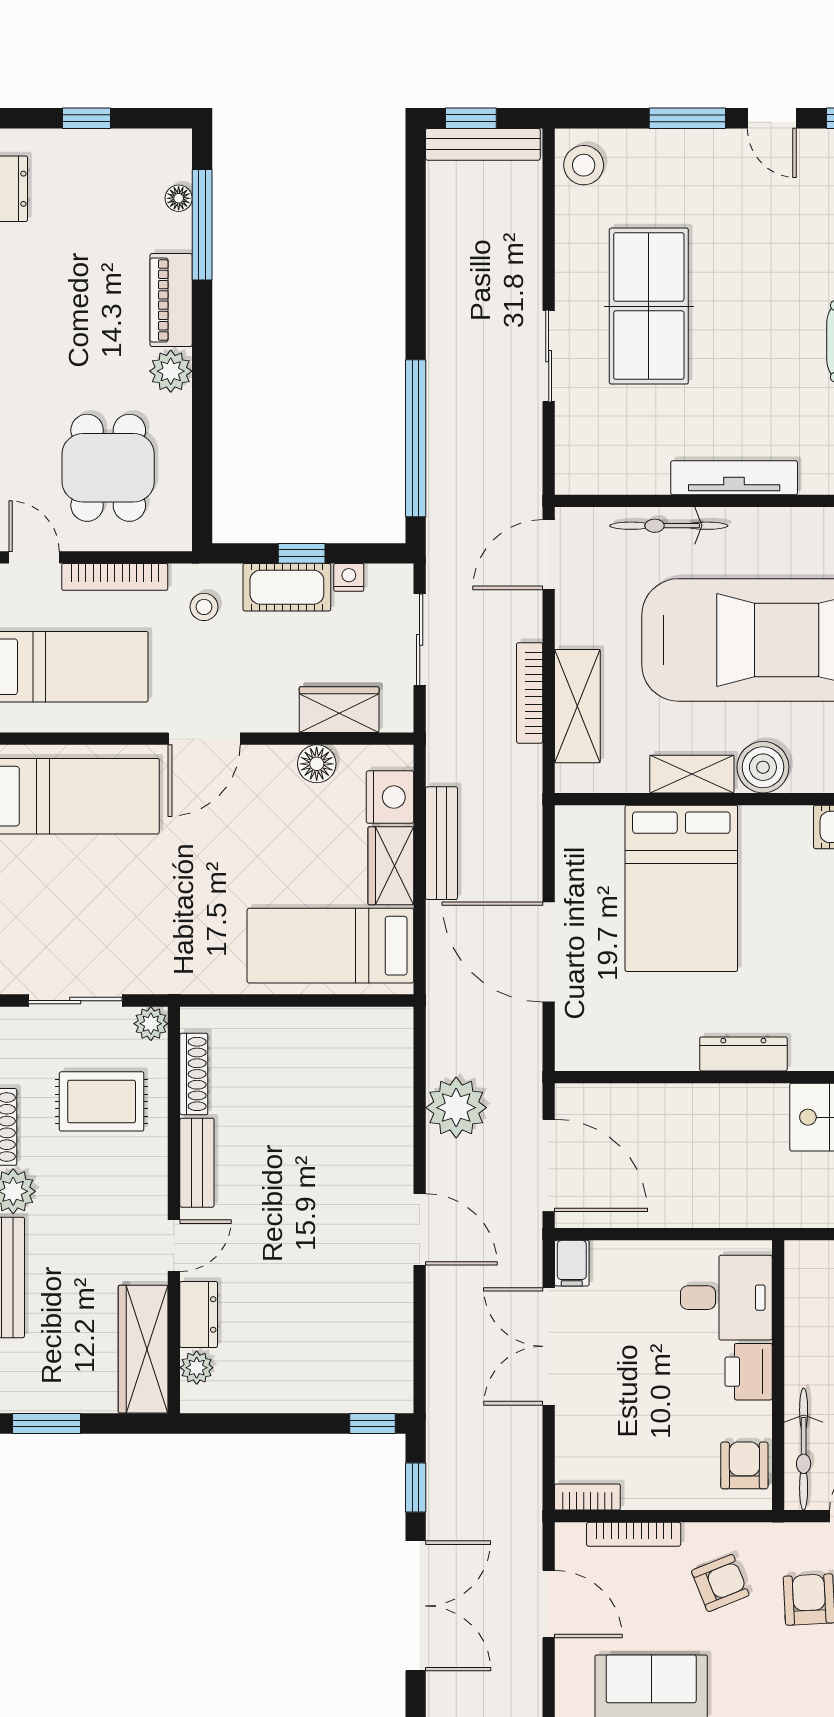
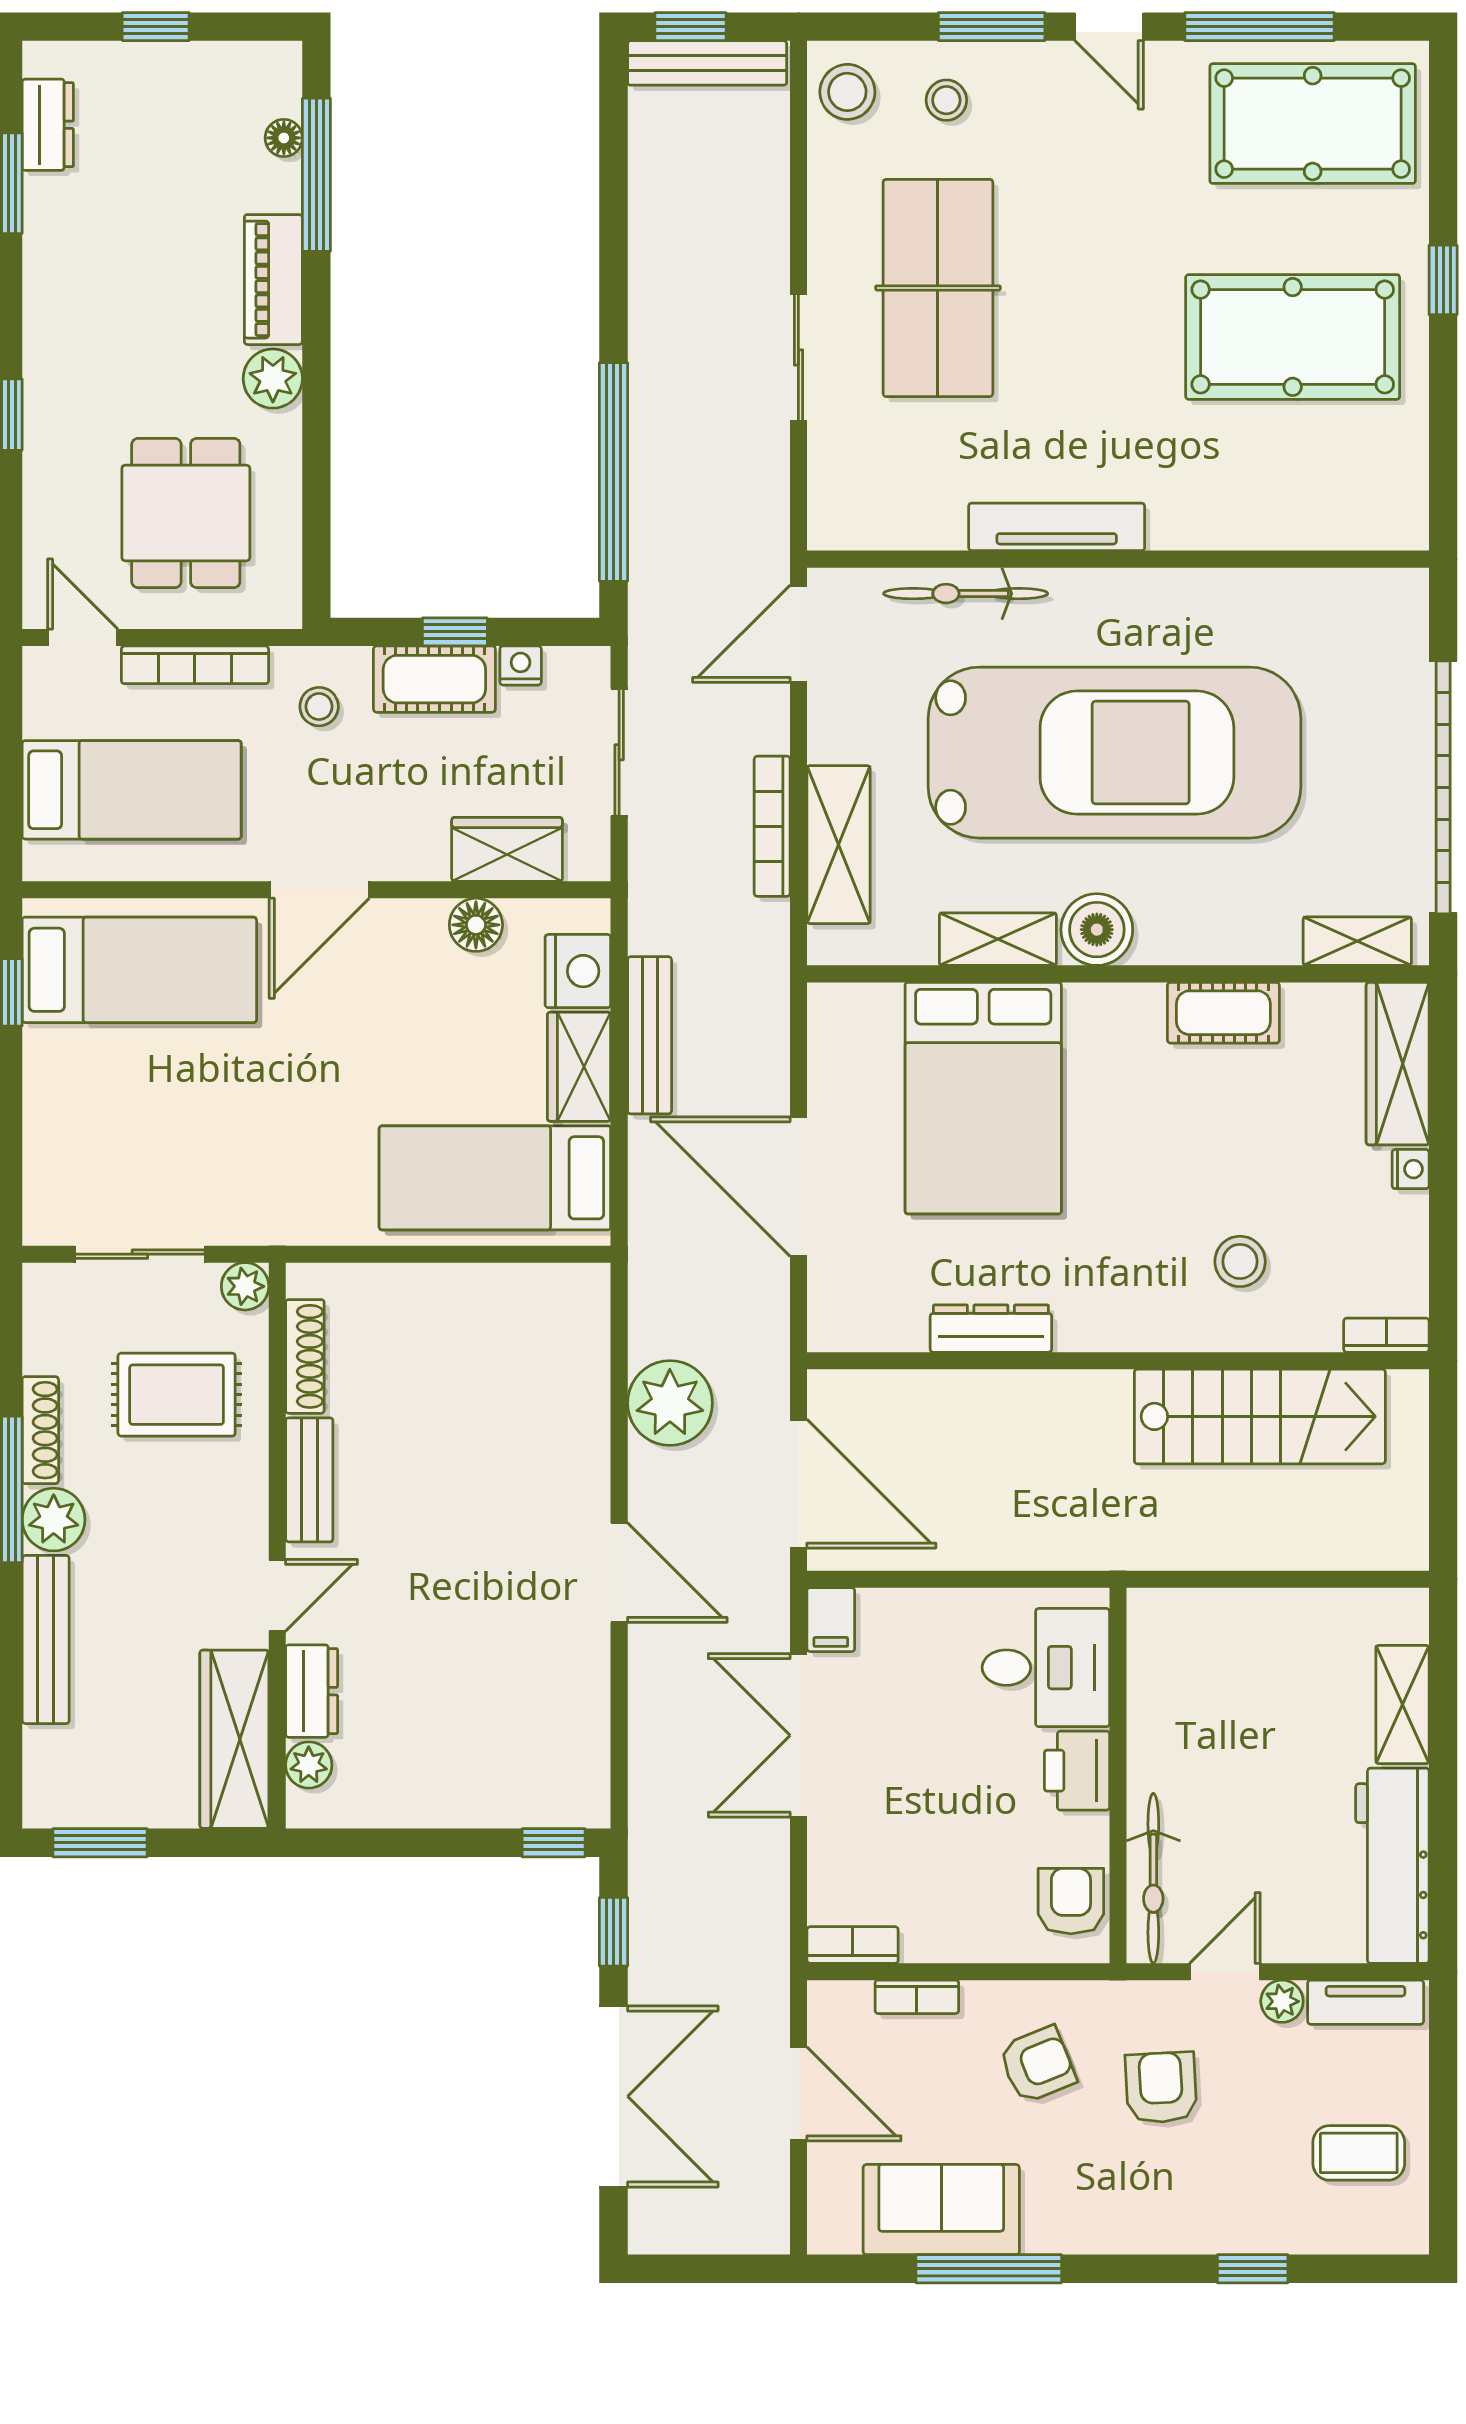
stool: (655, 171) -> (946, 100), added
dresser: (743, 1054) -> (991, 1329), moved
bookcase: (634, 1534) -> (917, 1997), width x0.64

